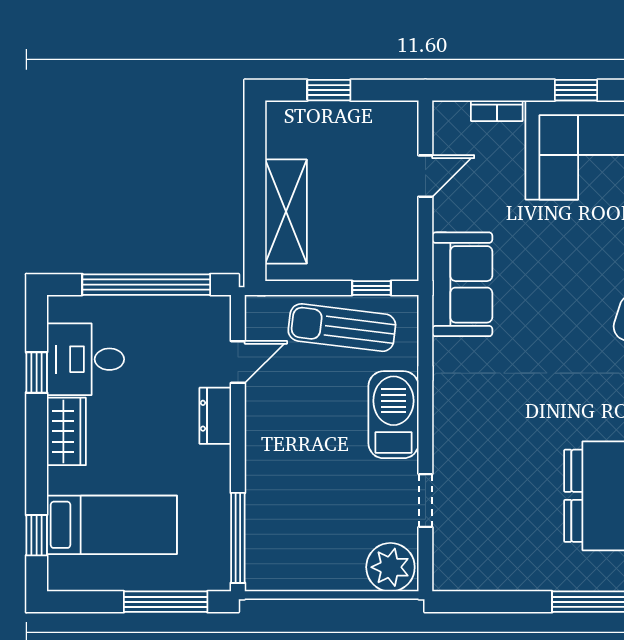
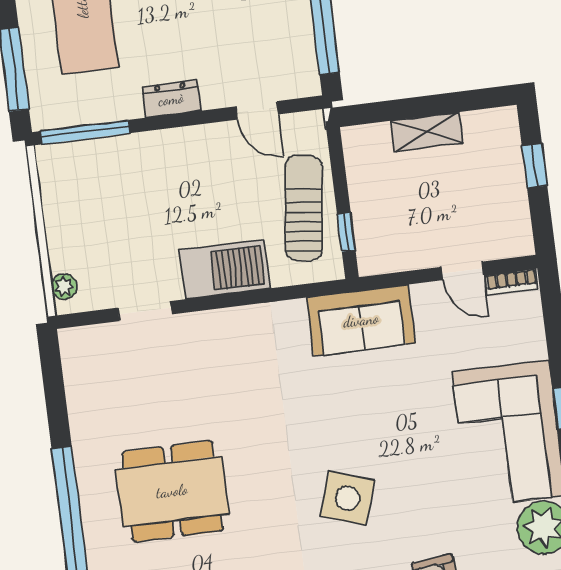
bookcase: (497, 111) -> (512, 282), moved, turned -90
shelving: (286, 212) -> (427, 132), width x0.67, depth x0.75
dresser: (215, 416) -> (171, 99), moved
plant: (390, 567) -> (64, 287), width x0.53, depth x0.53

